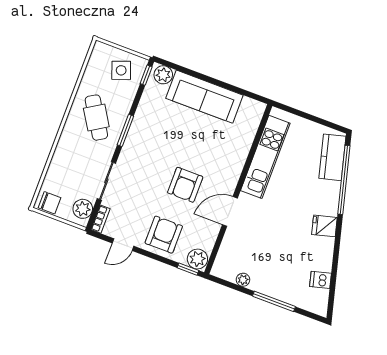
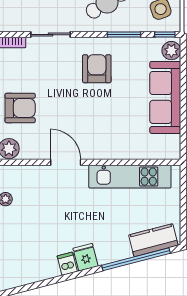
window: (125, 130) -> (124, 35), moved
armchair: (185, 185) -> (97, 69), moved, turned 90
plant: (83, 209) -> (16, 22), removed
dishwasher: (320, 280) -> (67, 264), moved

